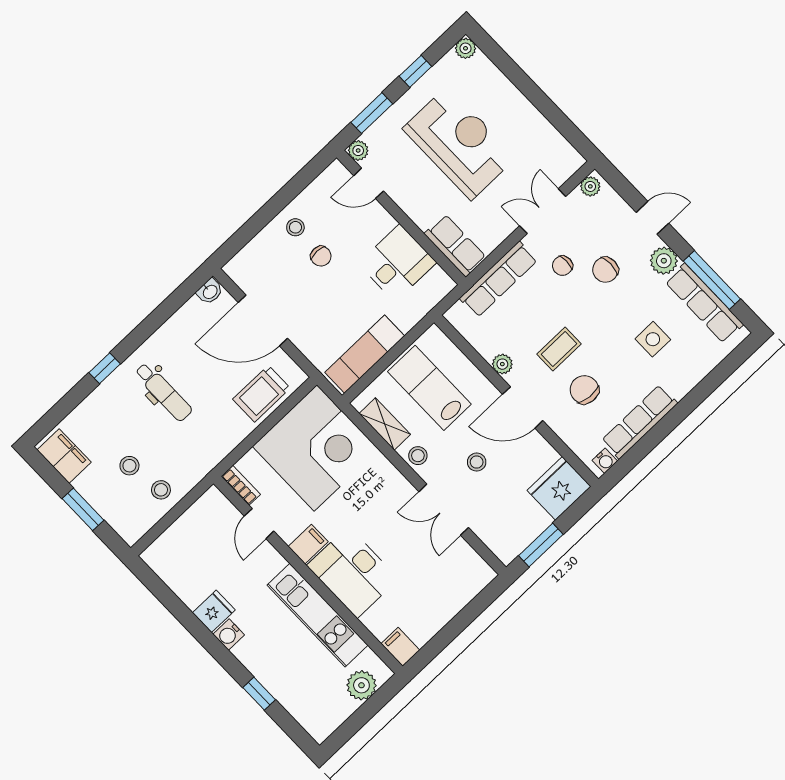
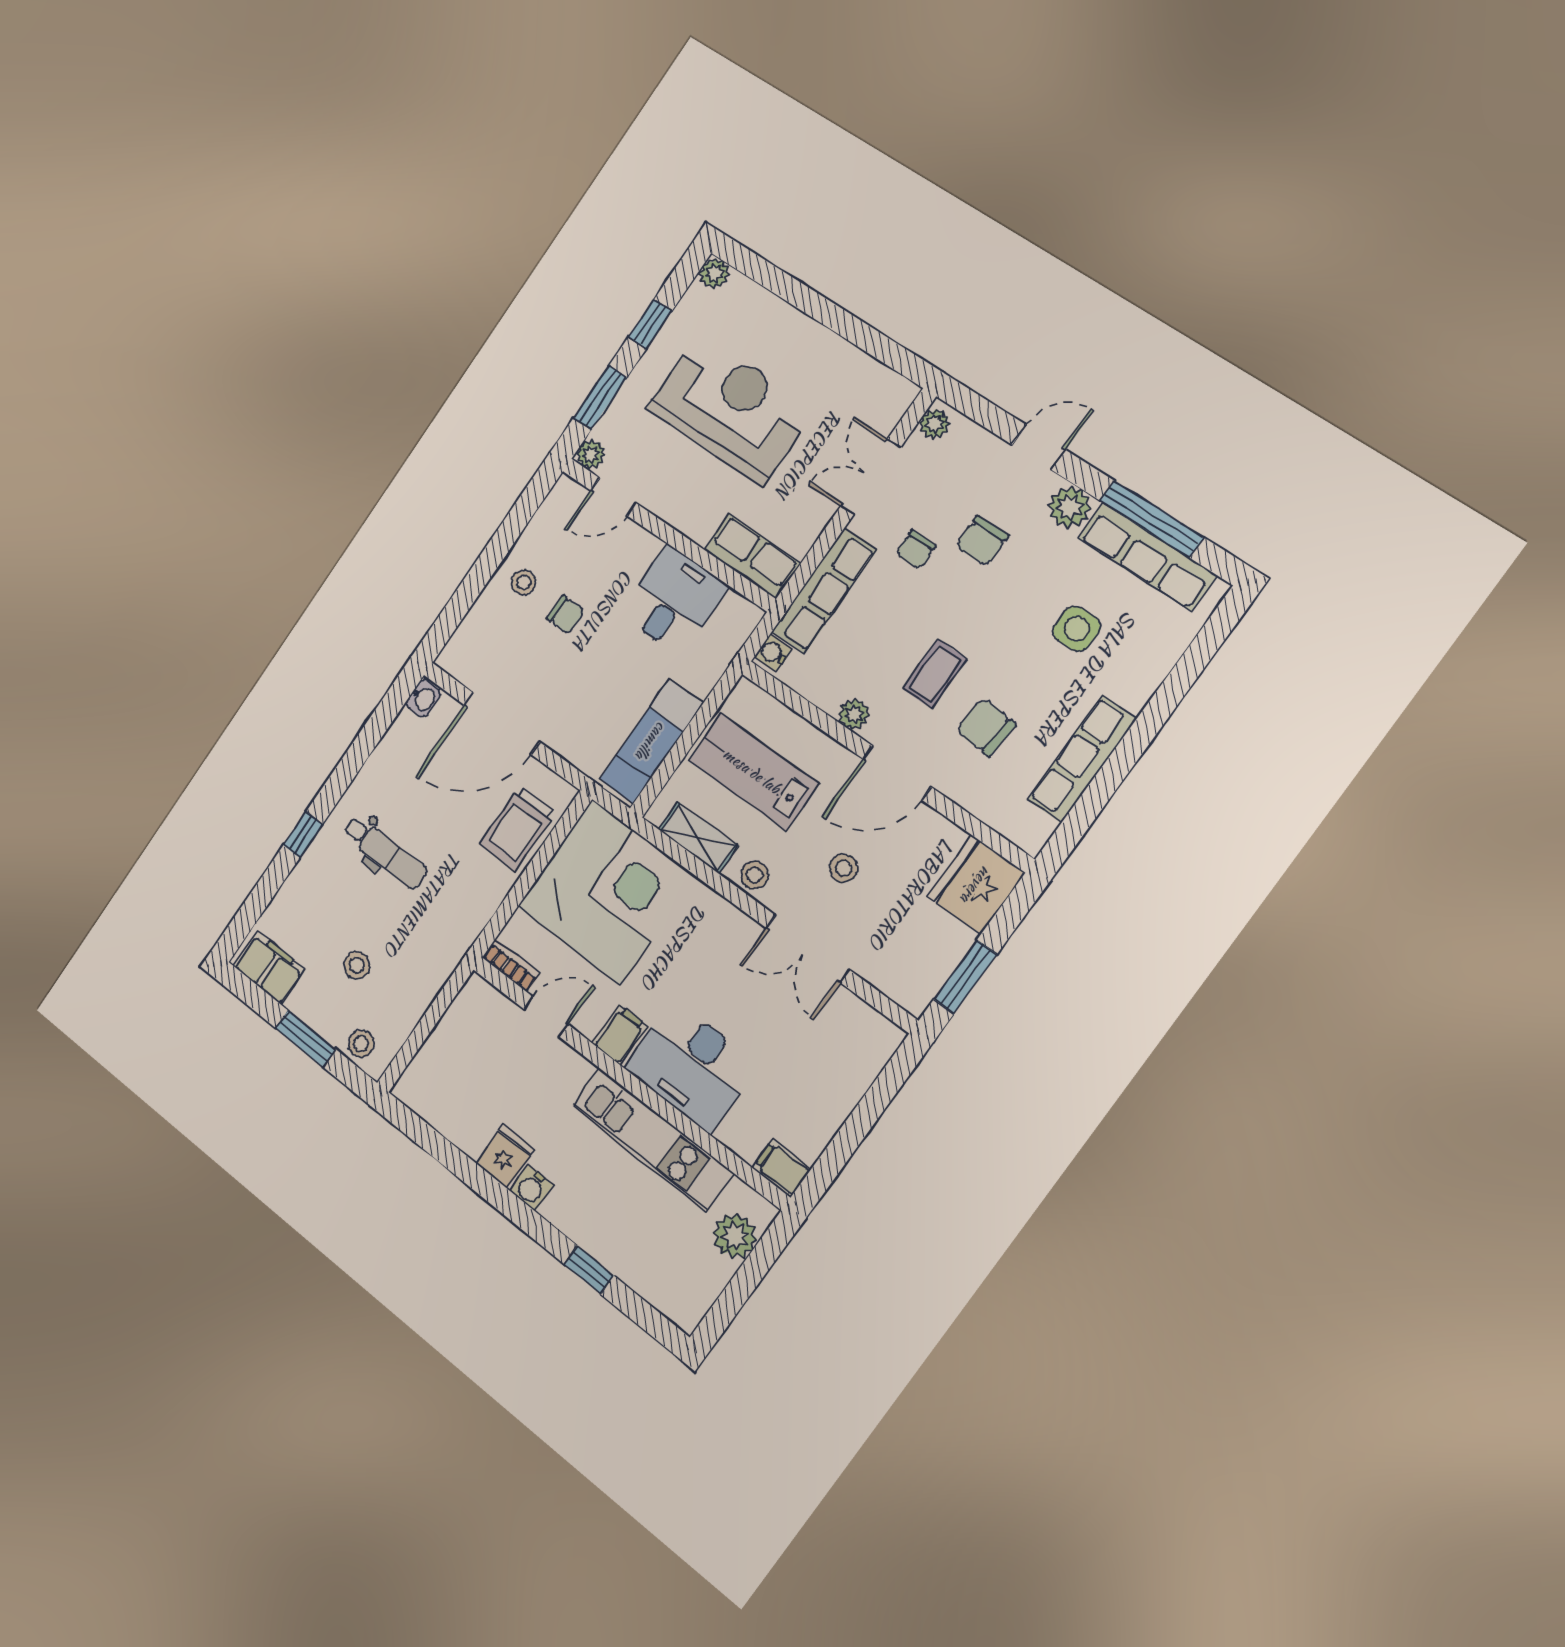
water cooler: (605, 461) -> (773, 653), moved, turned 180
stool: (161, 490) -> (361, 1044), moved
door: (259, 524) -> (546, 1017), swing flipped

